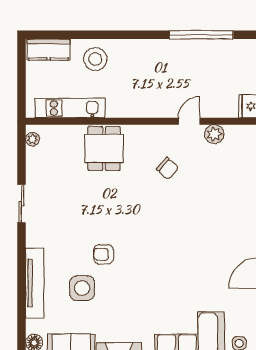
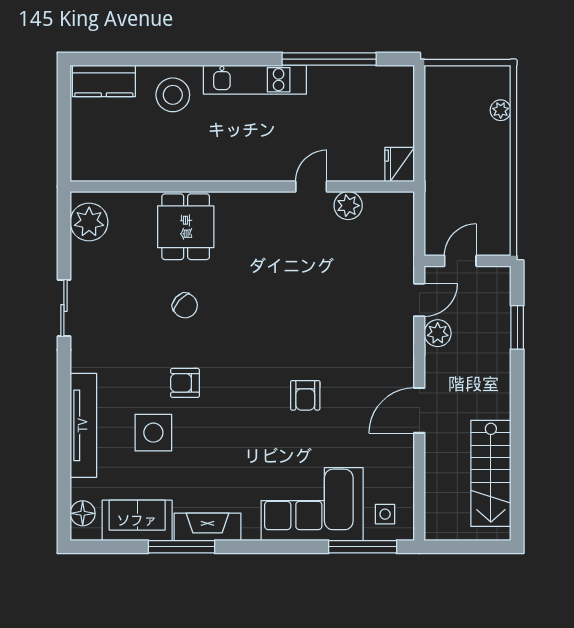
kitchen unit: (70, 108) -> (255, 80), moved, turned 180
plant: (32, 139) -> (89, 222), width x1.87, depth x1.87
chair: (168, 168) -> (185, 306), moved
armchair: (185, 263) -> (305, 395), added

